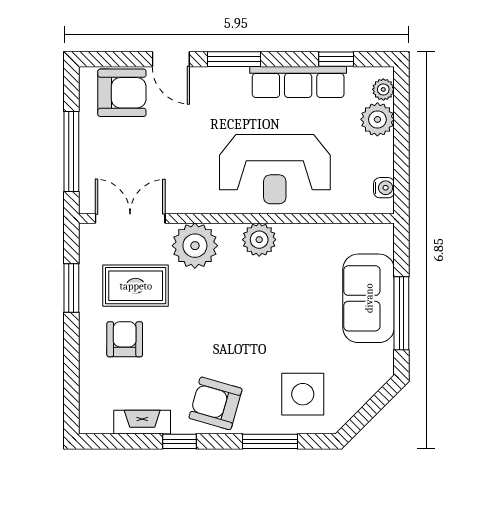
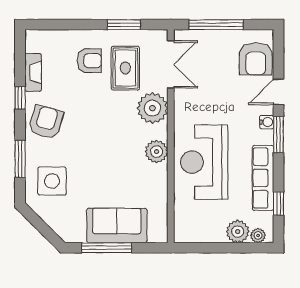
water cooler: (384, 188) -> (267, 122), moved, turned -90

